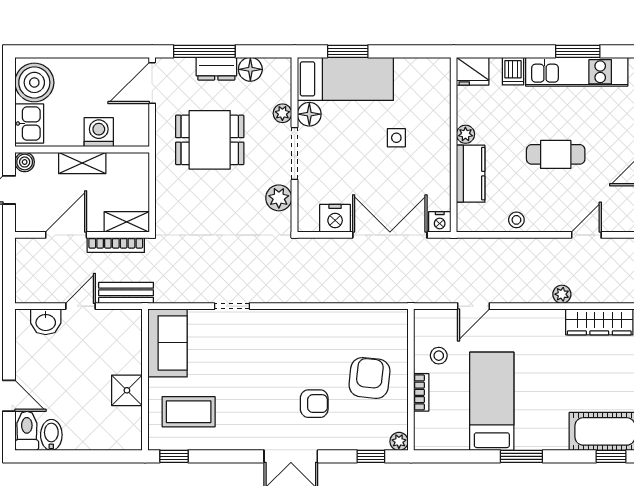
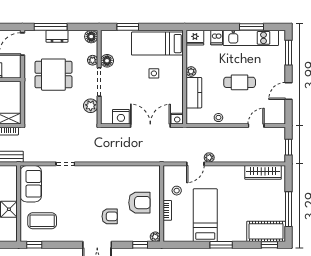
floor lamp: (250, 69) -> (91, 37), moved
bed: (345, 79) -> (157, 44), moved, turned 180
plant: (562, 294) -> (209, 158), moved
armchair: (369, 378) -> (139, 203), turned 84

